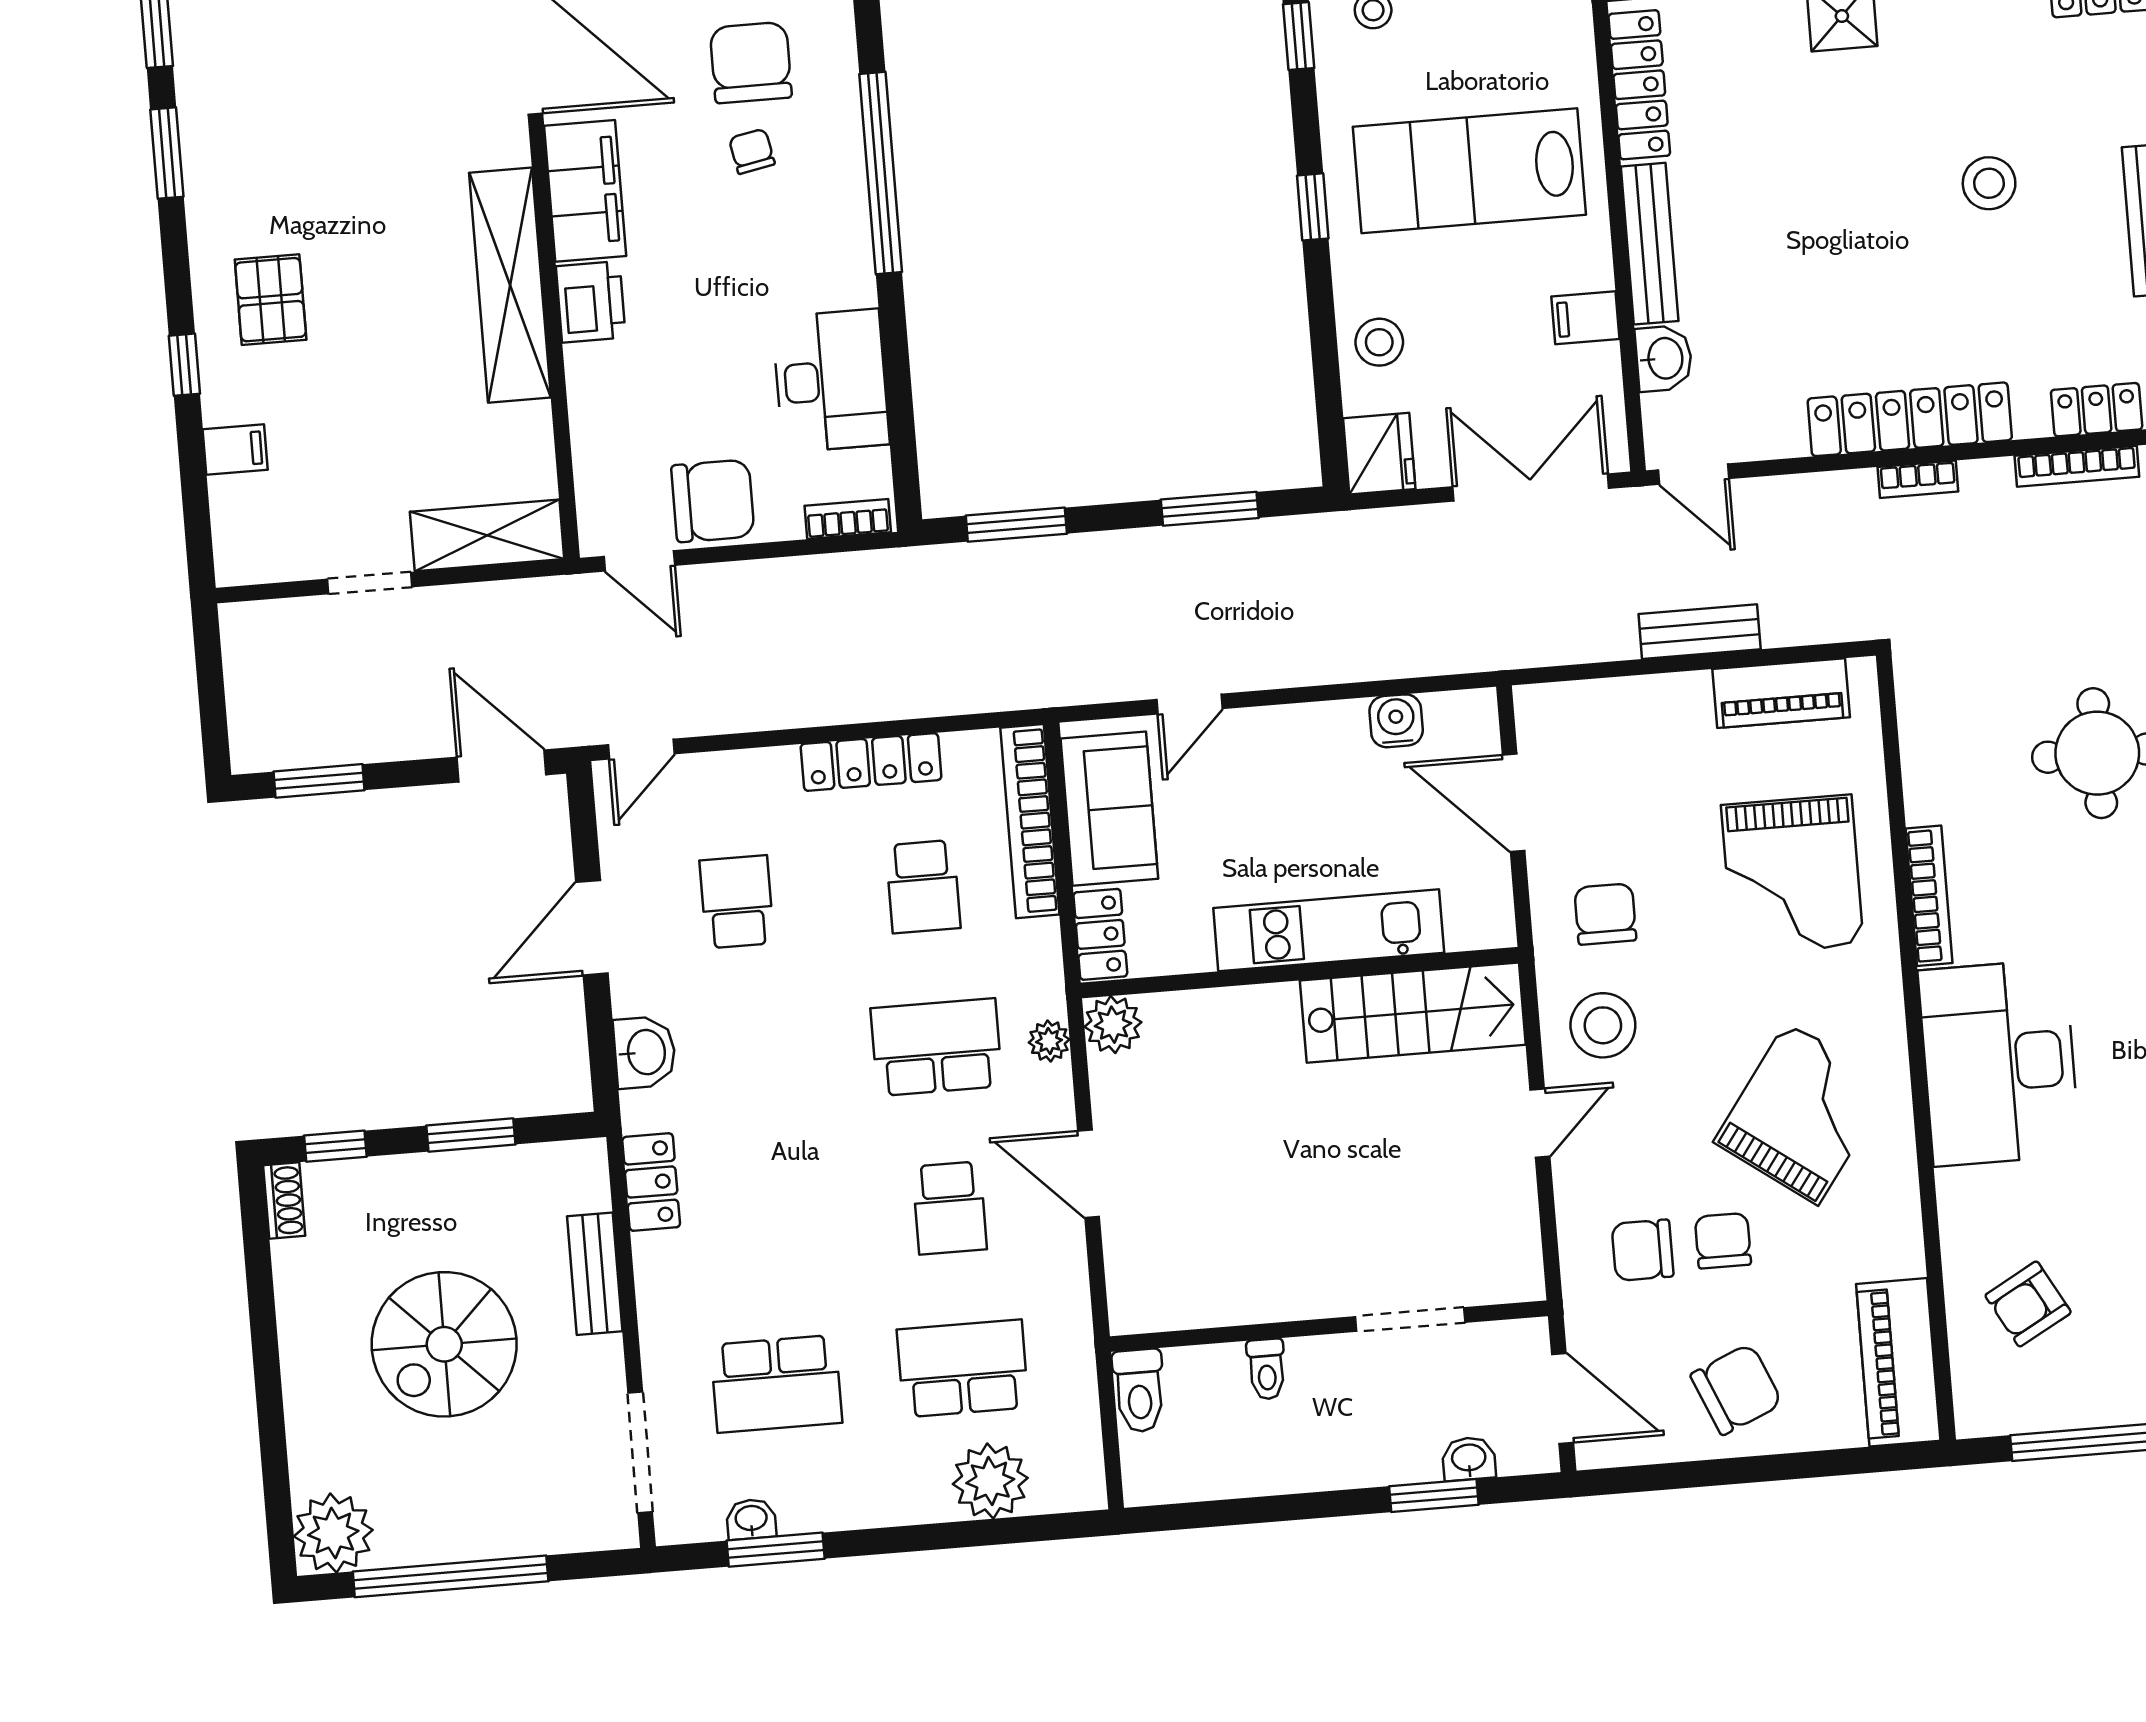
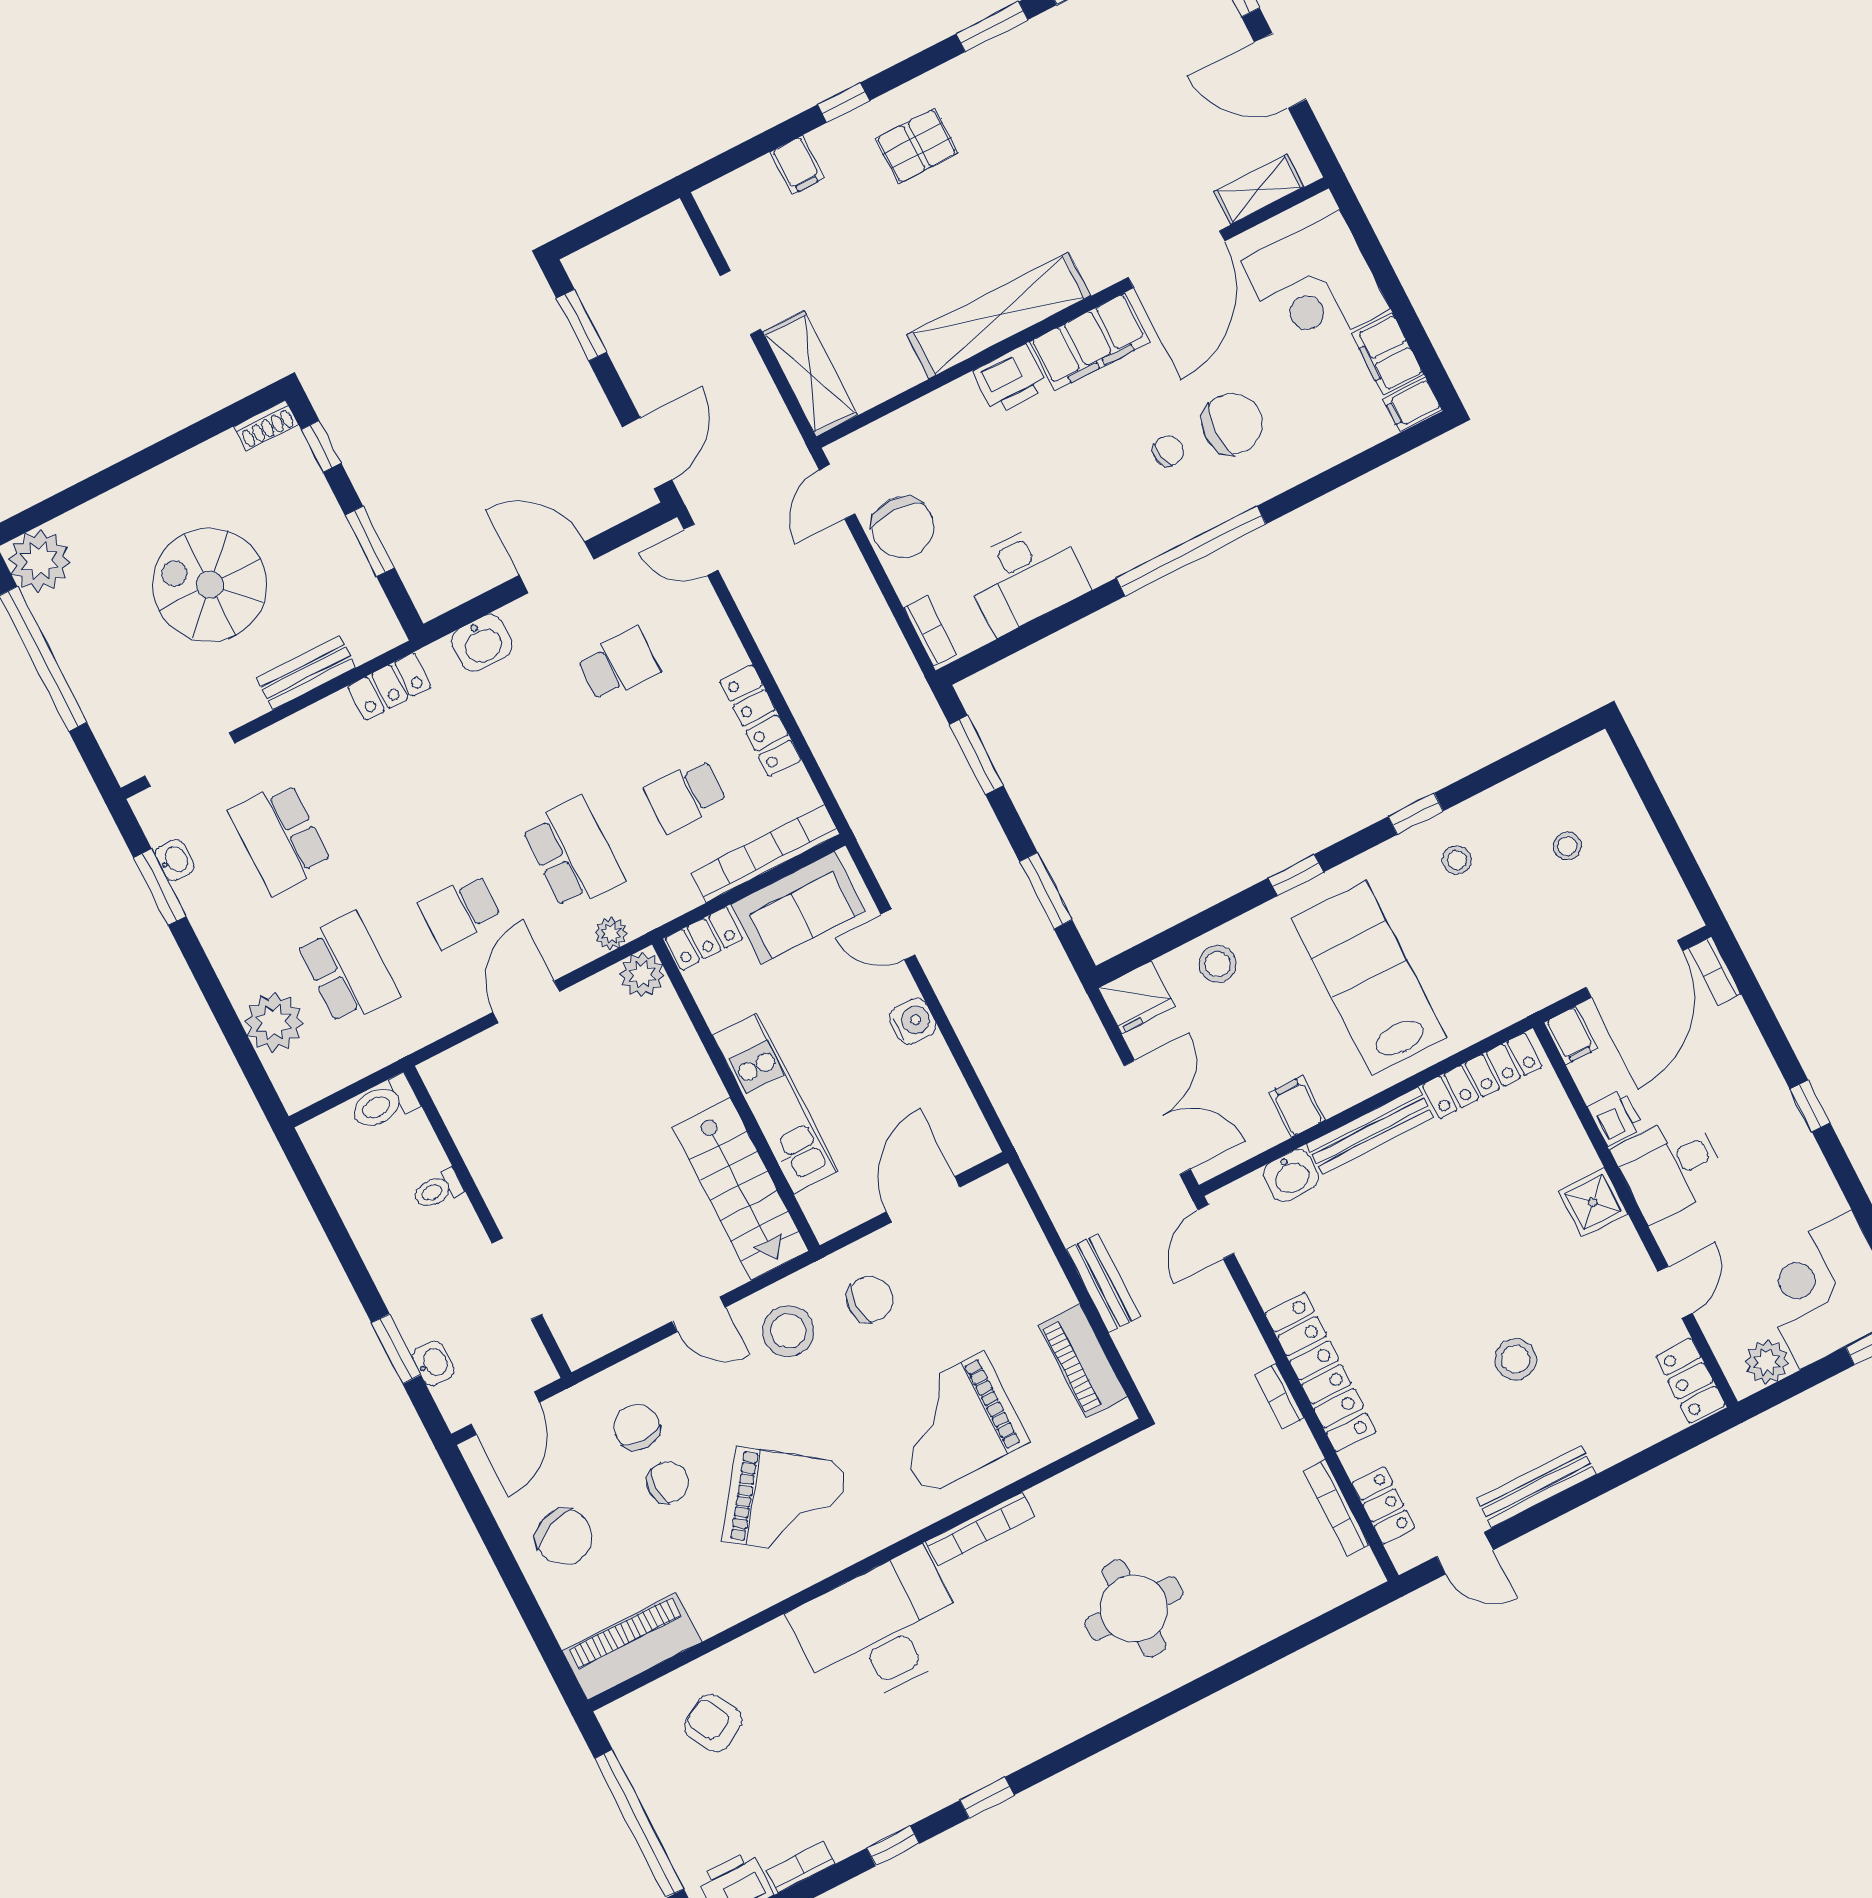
water cooler: (1396, 721) -> (913, 1021), moved

